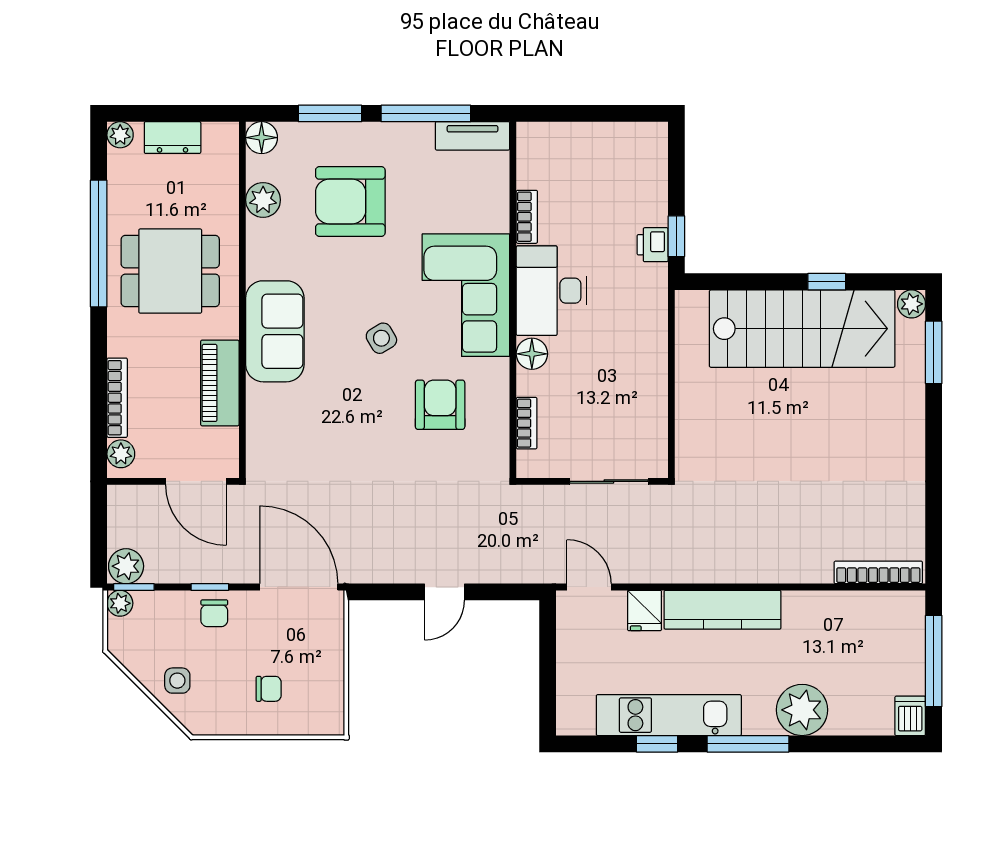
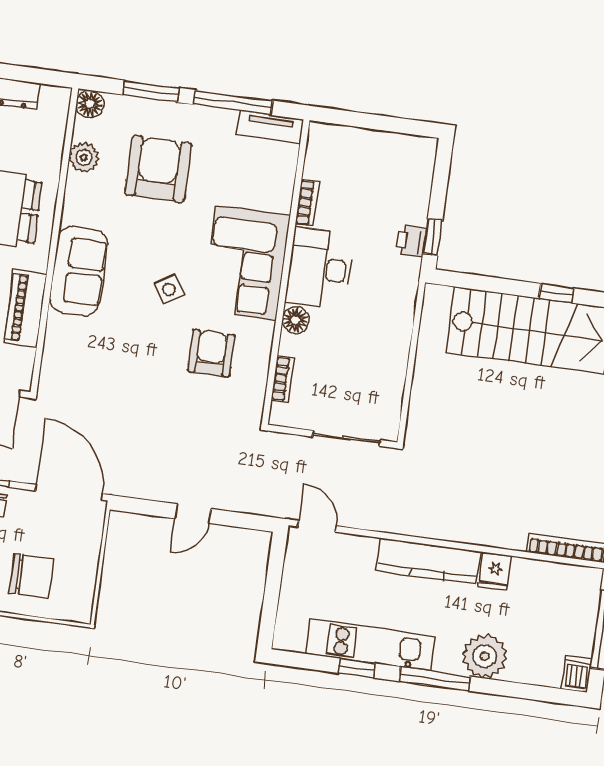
armchair: (350, 202) -> (158, 169), turned 90
fridge: (645, 611) -> (495, 571), moved
chair: (269, 689) -> (31, 576), width x1.87, depth x1.87

